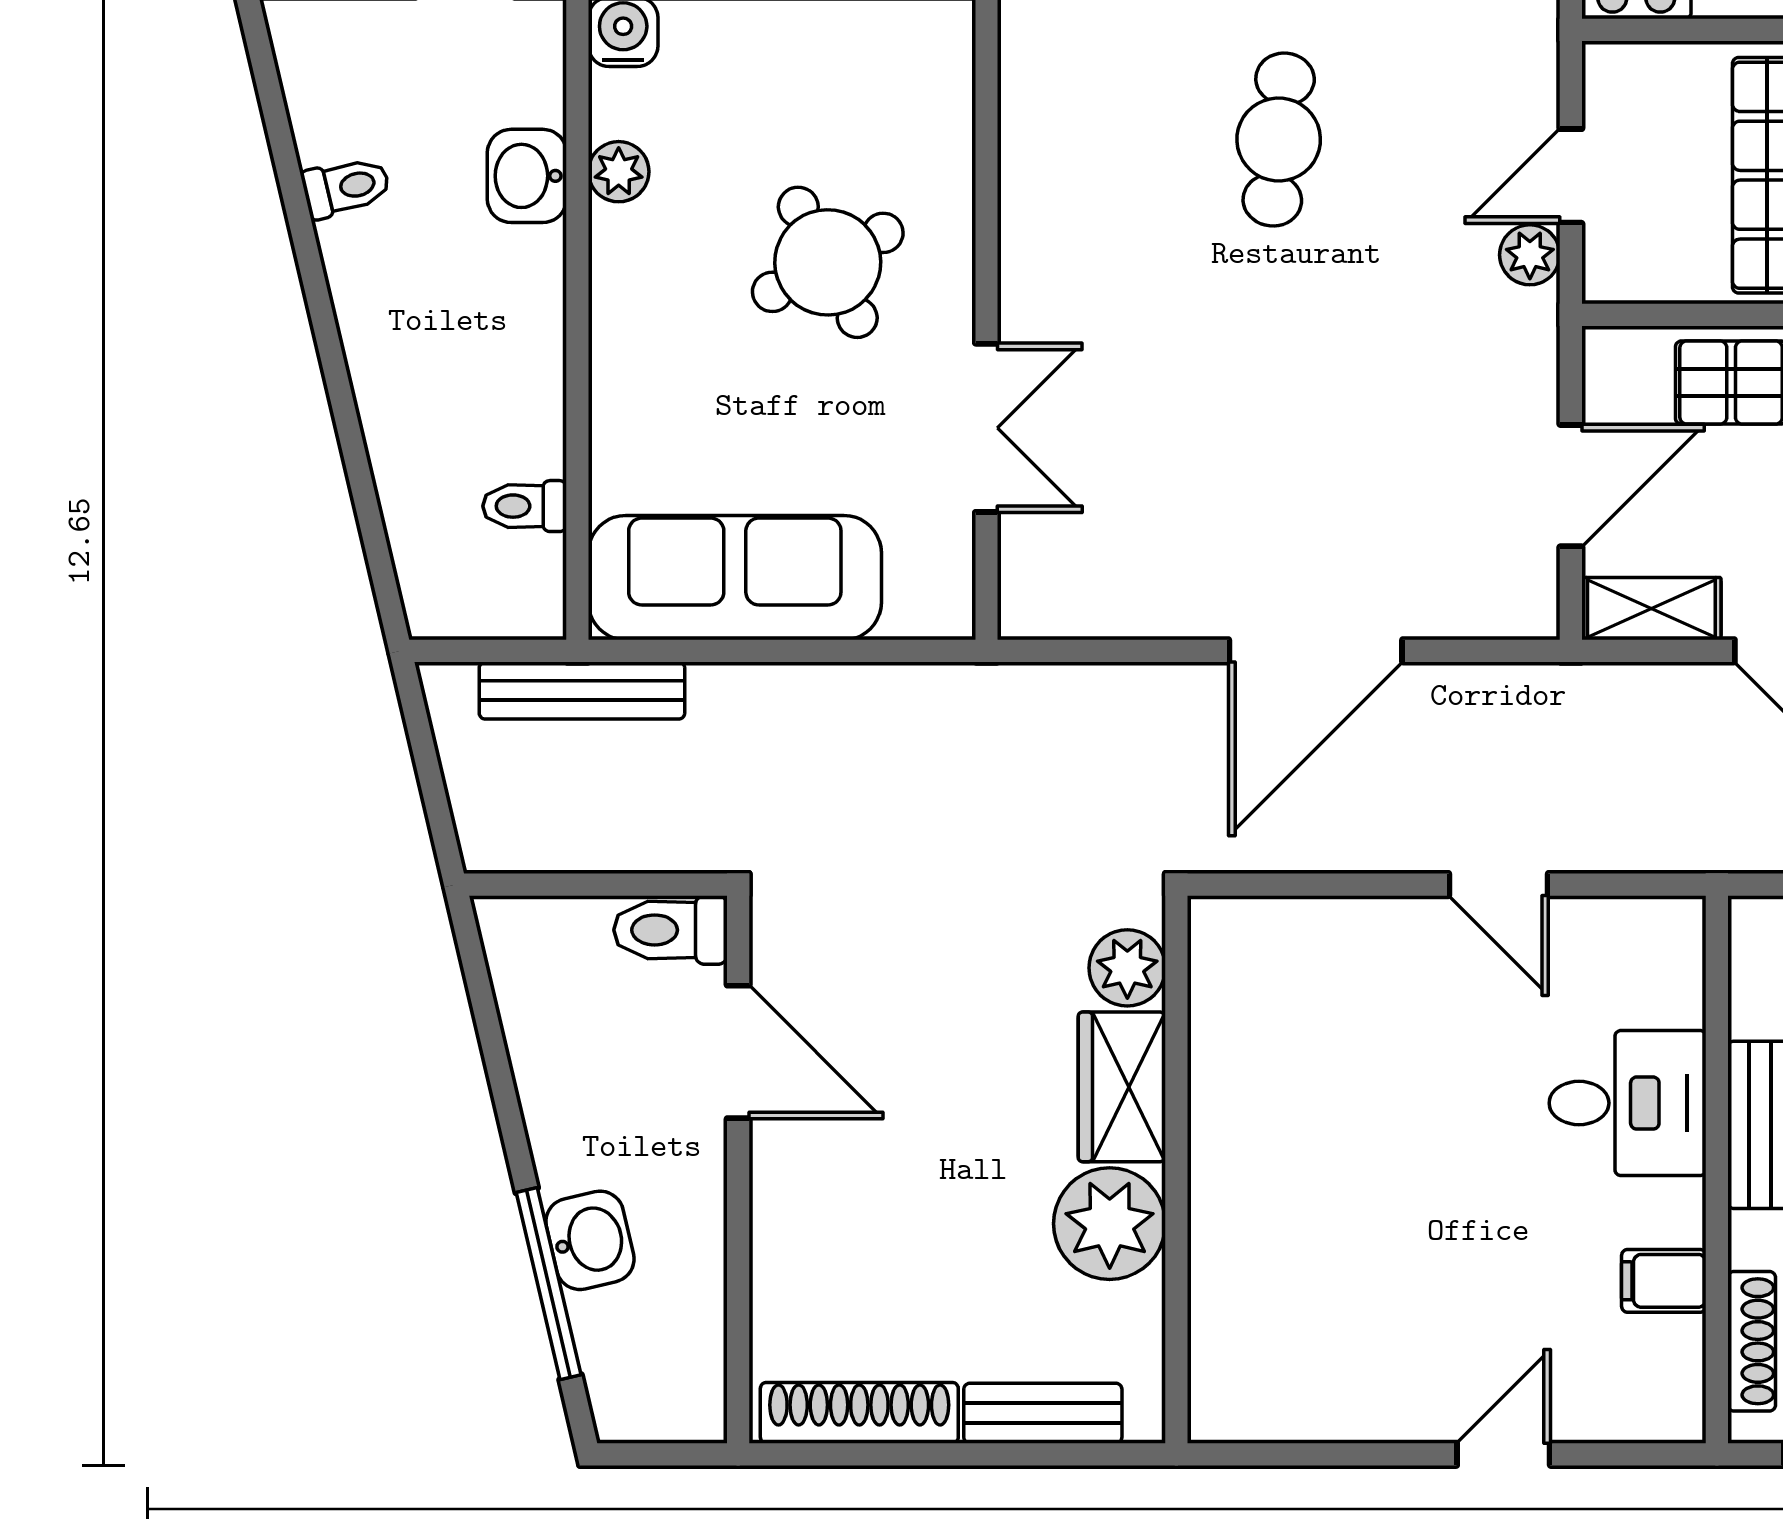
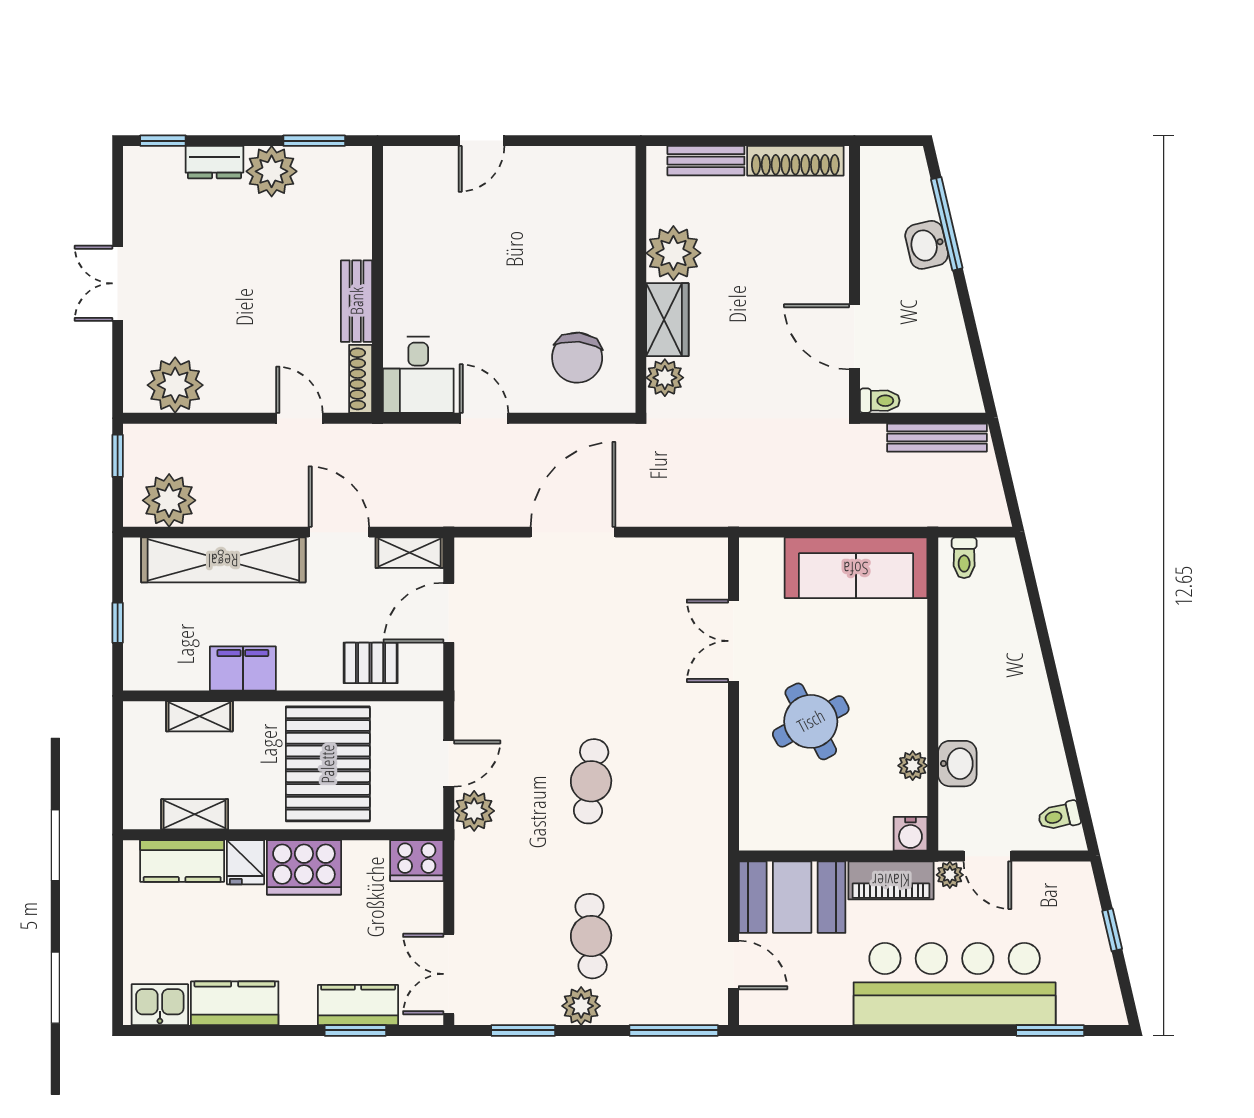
toilet: (346, 187) -> (1059, 816), moved
plant: (1530, 255) -> (474, 811), moved, width x1.38, depth x1.38
toilet: (525, 506) -> (964, 558), moved, turned 90
bench: (582, 691) -> (937, 438), moved
toilet: (670, 930) -> (880, 401), width x0.73, depth x0.72
chair: (1307, 1009) -> (577, 358), added
desk: (1628, 1103) -> (418, 375), moved, turned -90
filing cabinet: (1664, 1281) -> (403, 225), removed
shoe rack: (1752, 1341) -> (361, 379), moved

